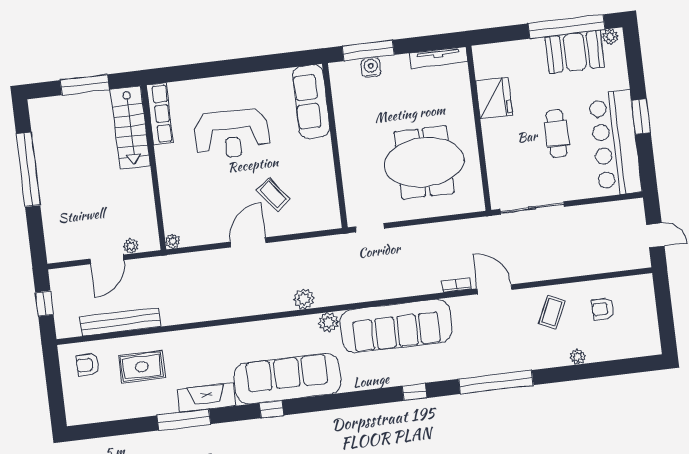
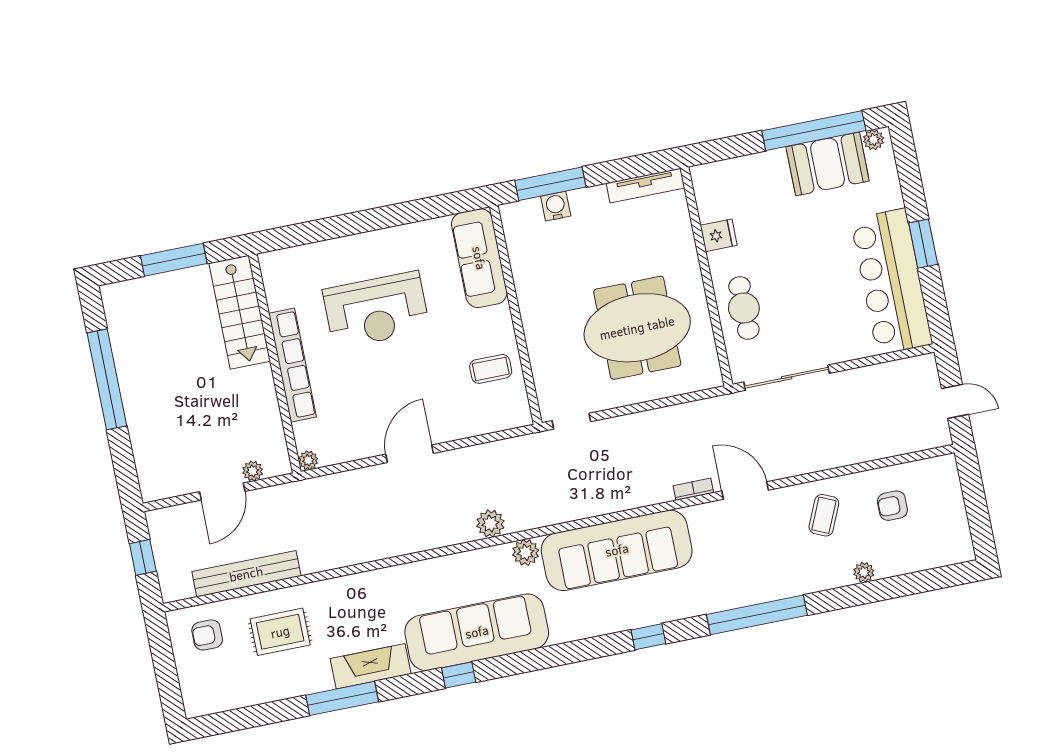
fridge: (494, 98) -> (719, 235), width x0.53, depth x0.75
row of seats: (160, 114) -> (293, 365), moved, width x1.36
cafe table: (557, 134) -> (744, 308), moved
coffee table: (273, 195) -> (491, 369), moved, turned -53

